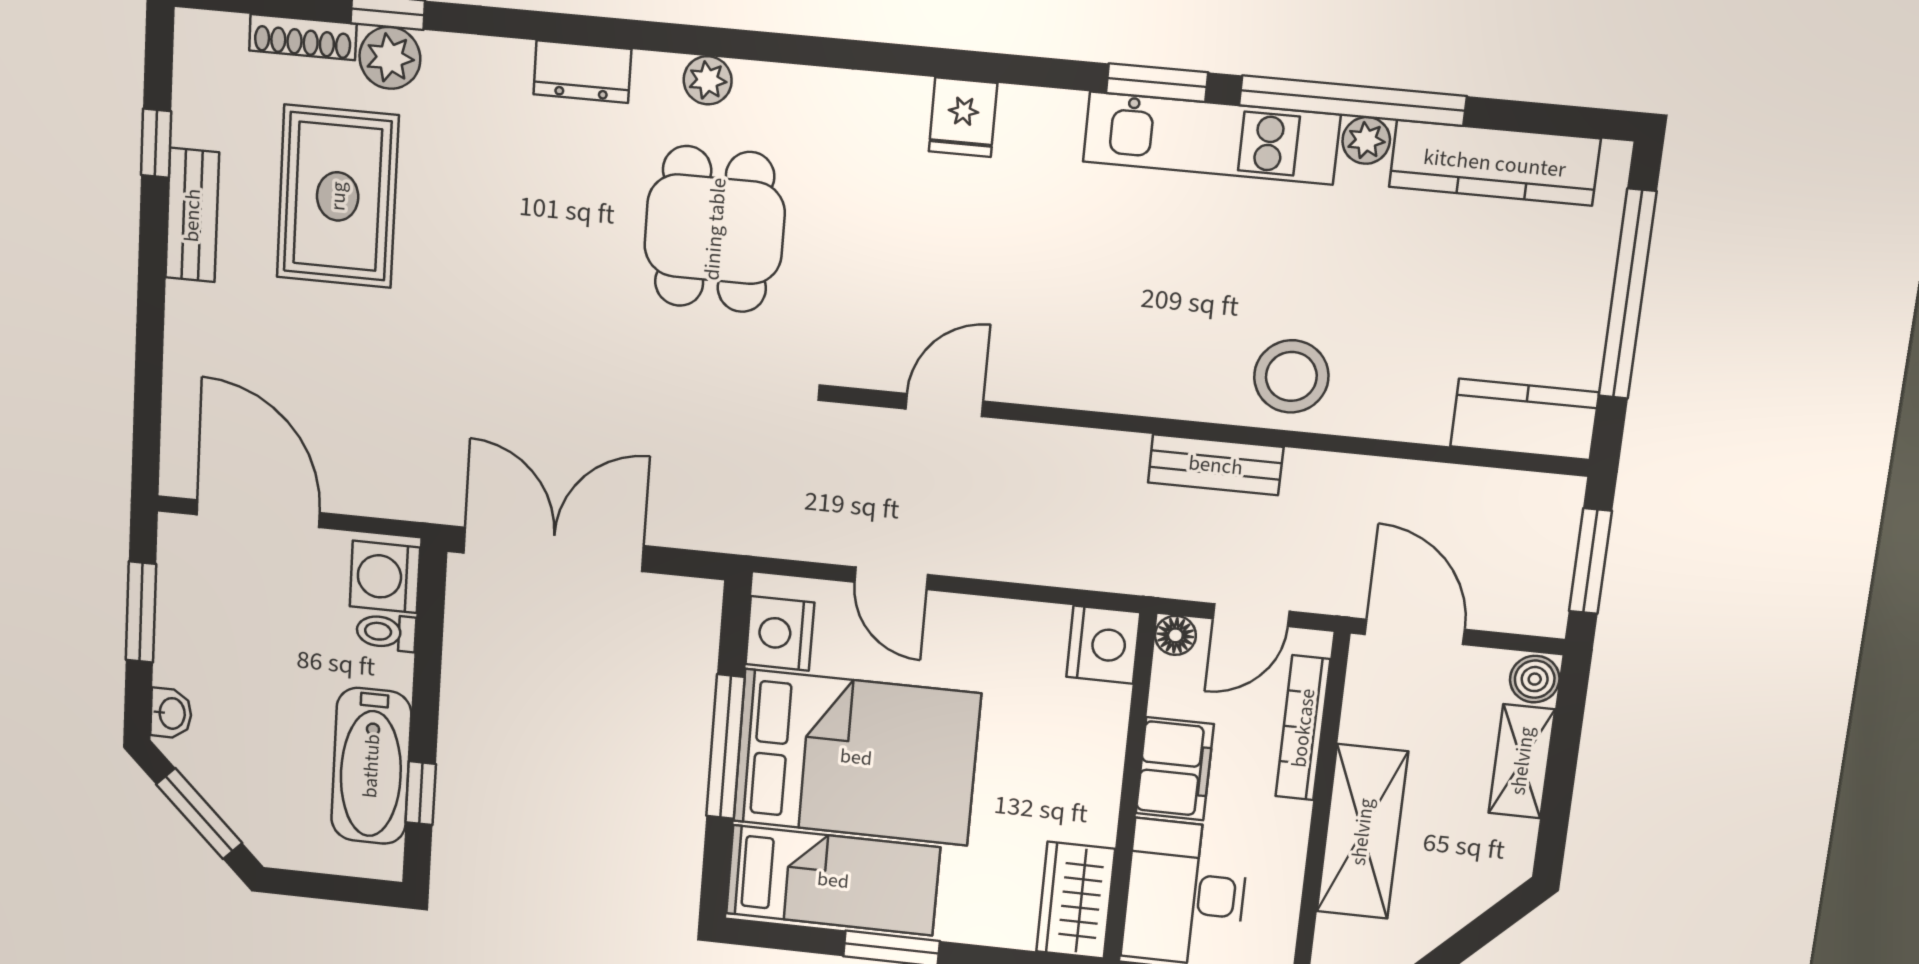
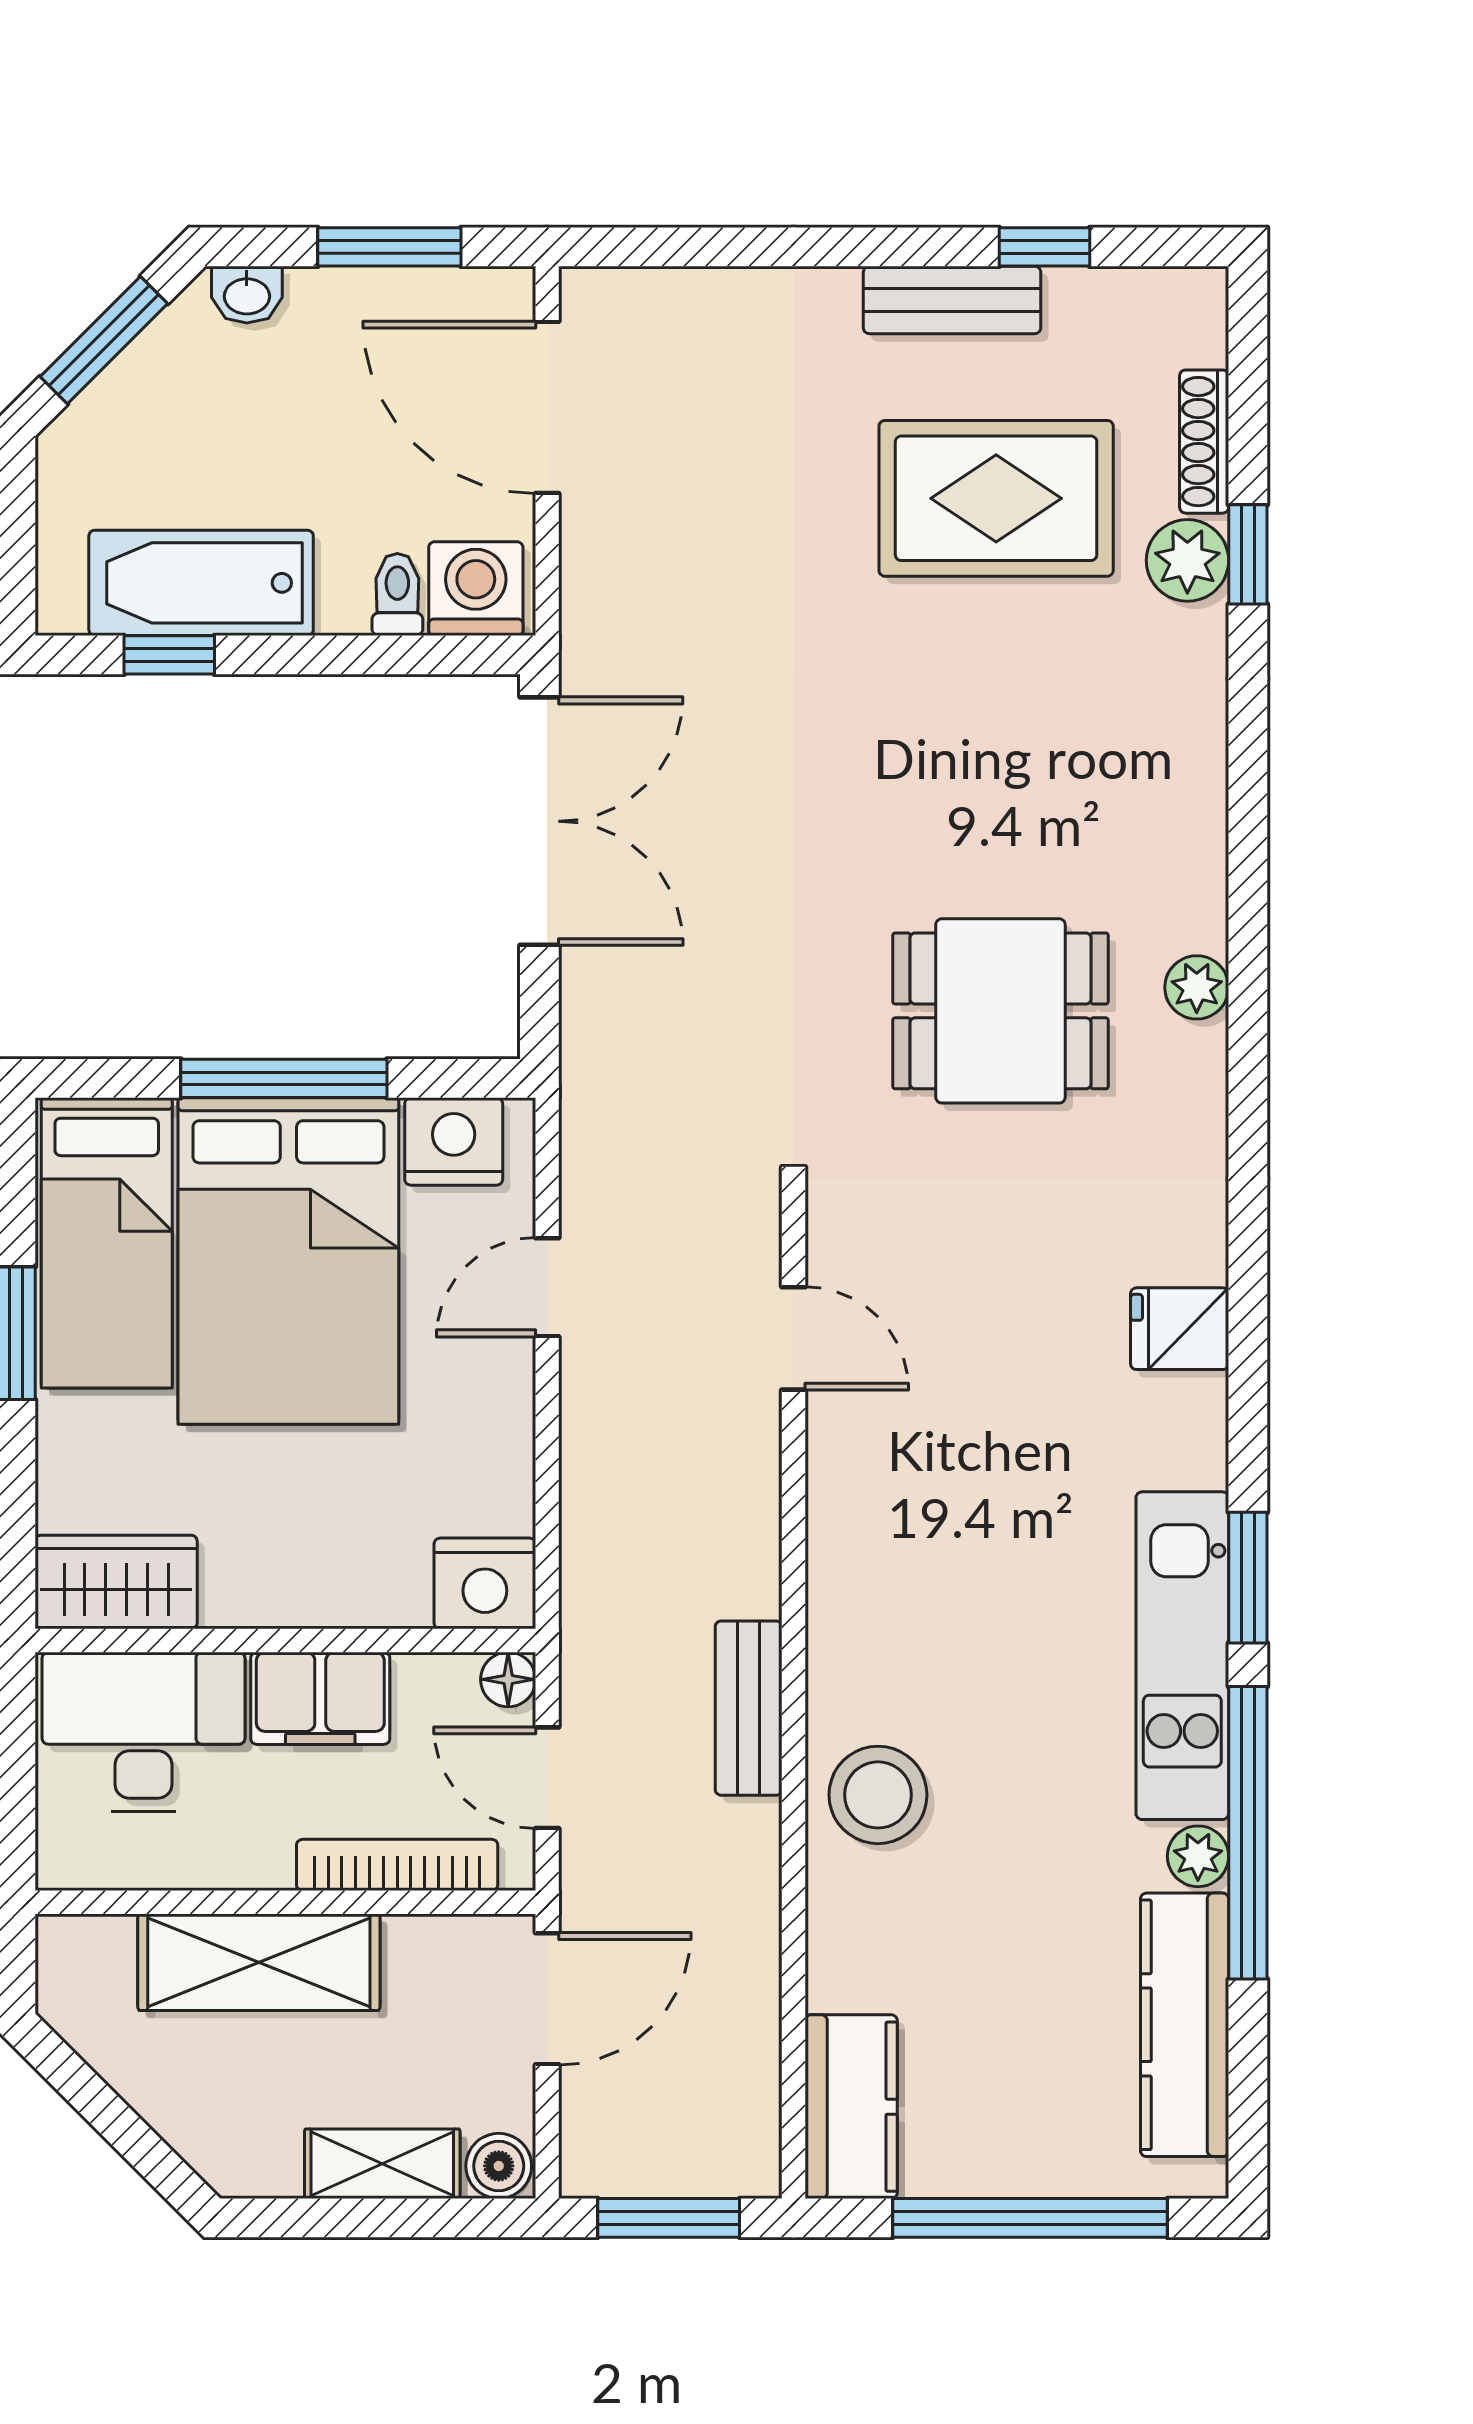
dresser: (582, 72) -> (1193, 820), removed
door: (258, 514) -> (547, 407), swing flipped

